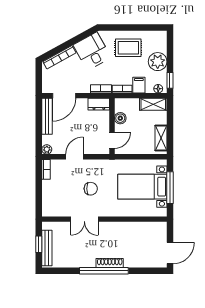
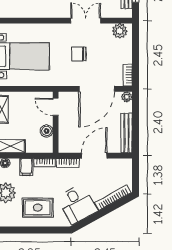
door: (64, 96) -> (94, 156), moved
dresser: (99, 104) -> (70, 146), removed
door: (112, 140) -> (56, 107), hinge flipped
door: (74, 157) -> (97, 89), width x1.87
plant: (53, 210) -> (120, 31), added

